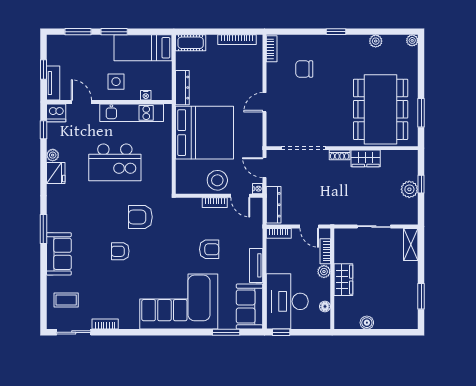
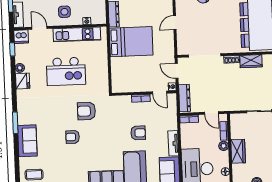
bed: (205, 133) -> (131, 42), width x0.73
stool: (217, 180) -> (142, 82), removed

